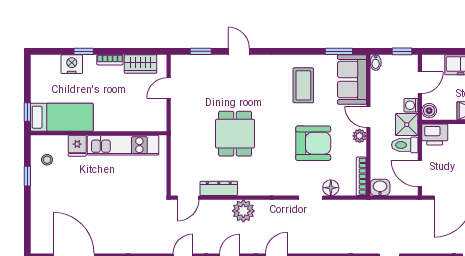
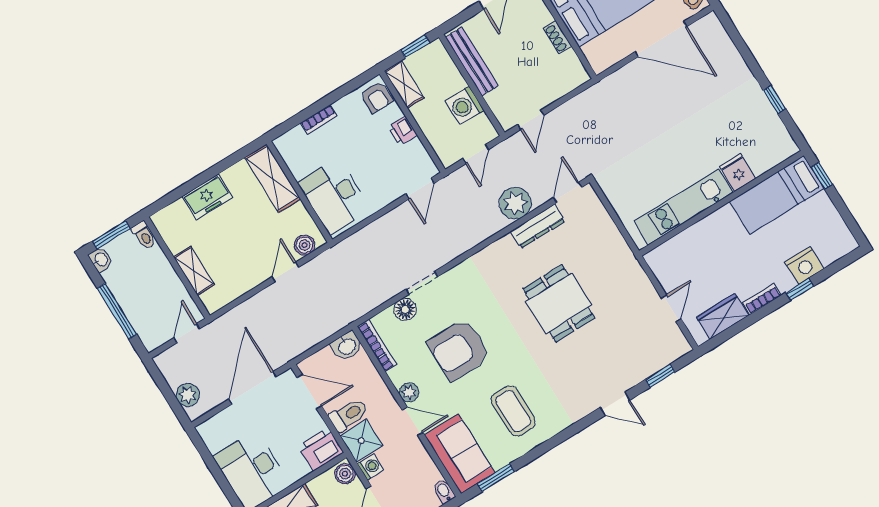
stool: (47, 160) -> (763, 134), removed
plant: (243, 211) -> (515, 203), moved

